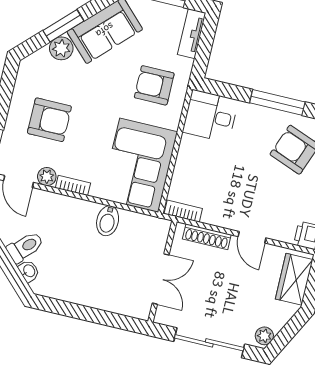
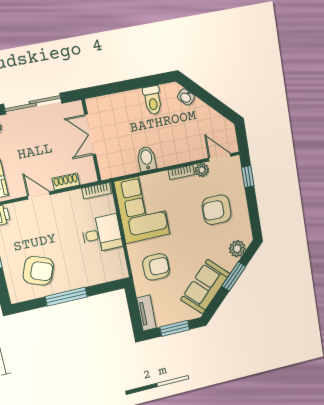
plant: (61, 48) -> (237, 249), moved
desk: (210, 116) -> (102, 234), moved
shoe rack: (207, 237) -> (66, 182), width x0.70
toilet: (25, 247) -> (153, 100), moved, turned -45

